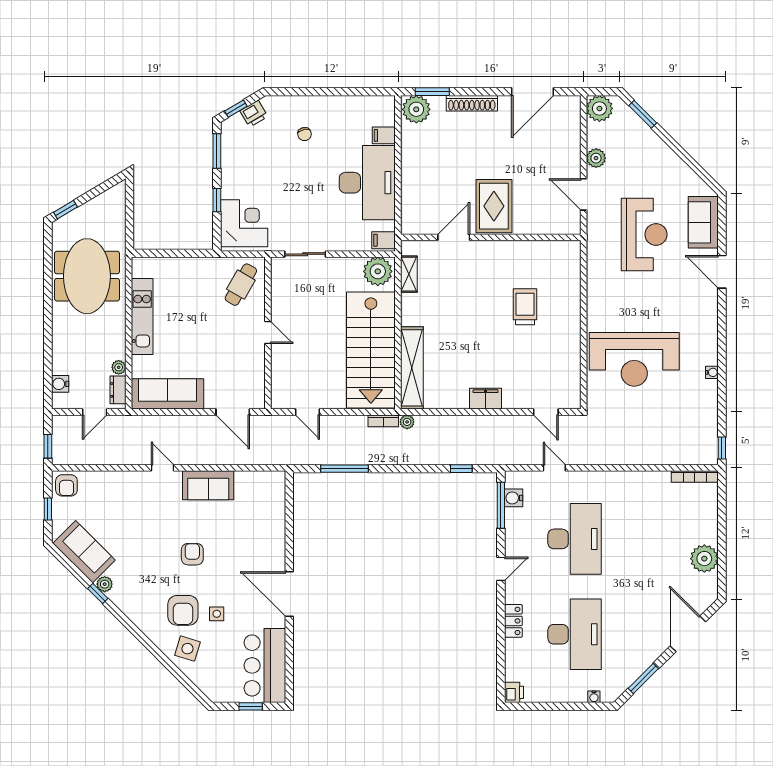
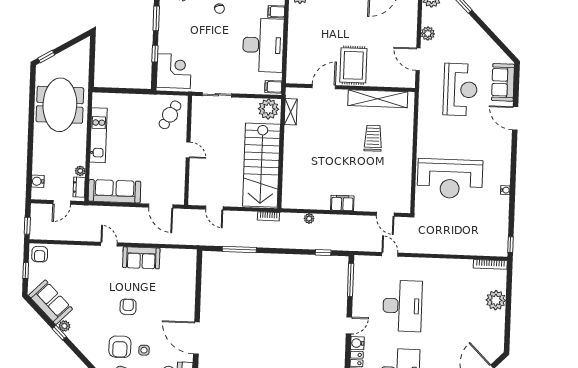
shelving: (412, 368) -> (378, 99), moved, turned 90
plant: (407, 422) -> (309, 219), moved
water cooler: (514, 498) -> (357, 343), moved
plant: (704, 559) -> (496, 300), moved

